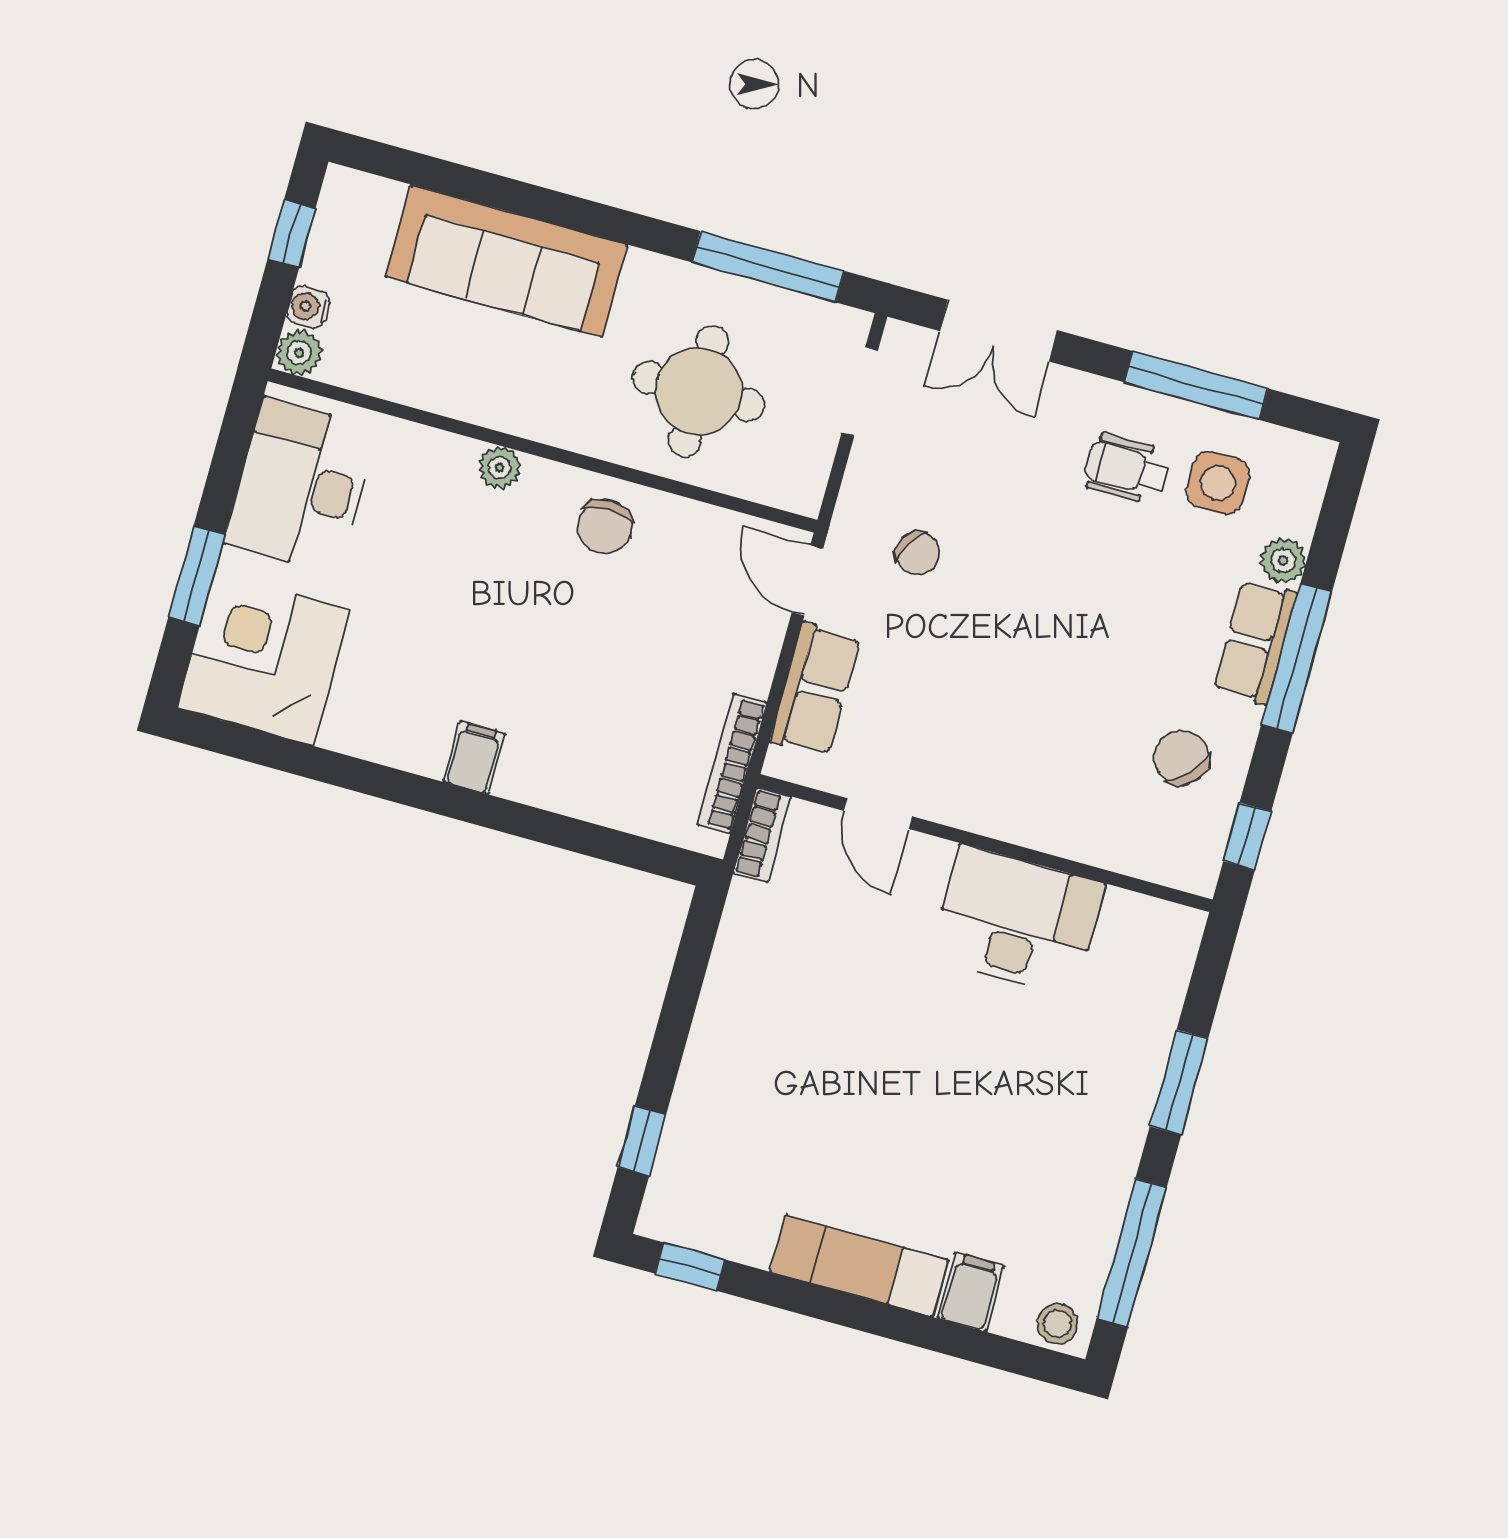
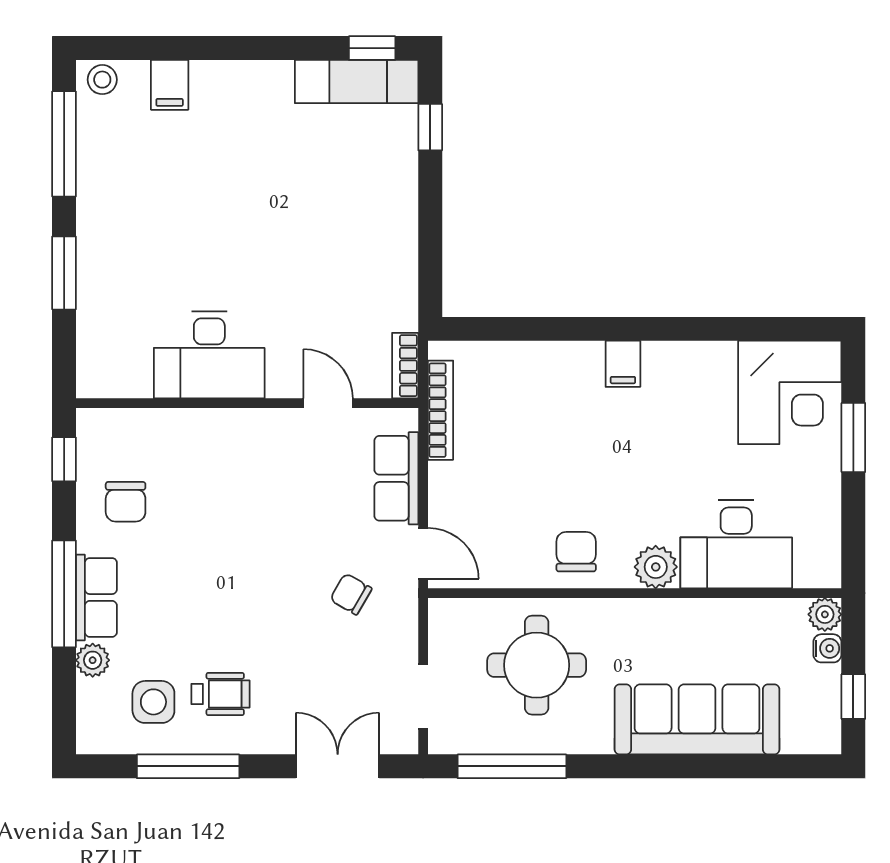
plant: (500, 467) -> (656, 567), width x1.38, depth x1.38
desk: (301, 486) -> (736, 544), moved, turned 90
chair: (1181, 758) -> (126, 502), turned 47
exam couch: (859, 1266) -> (357, 82), moved

